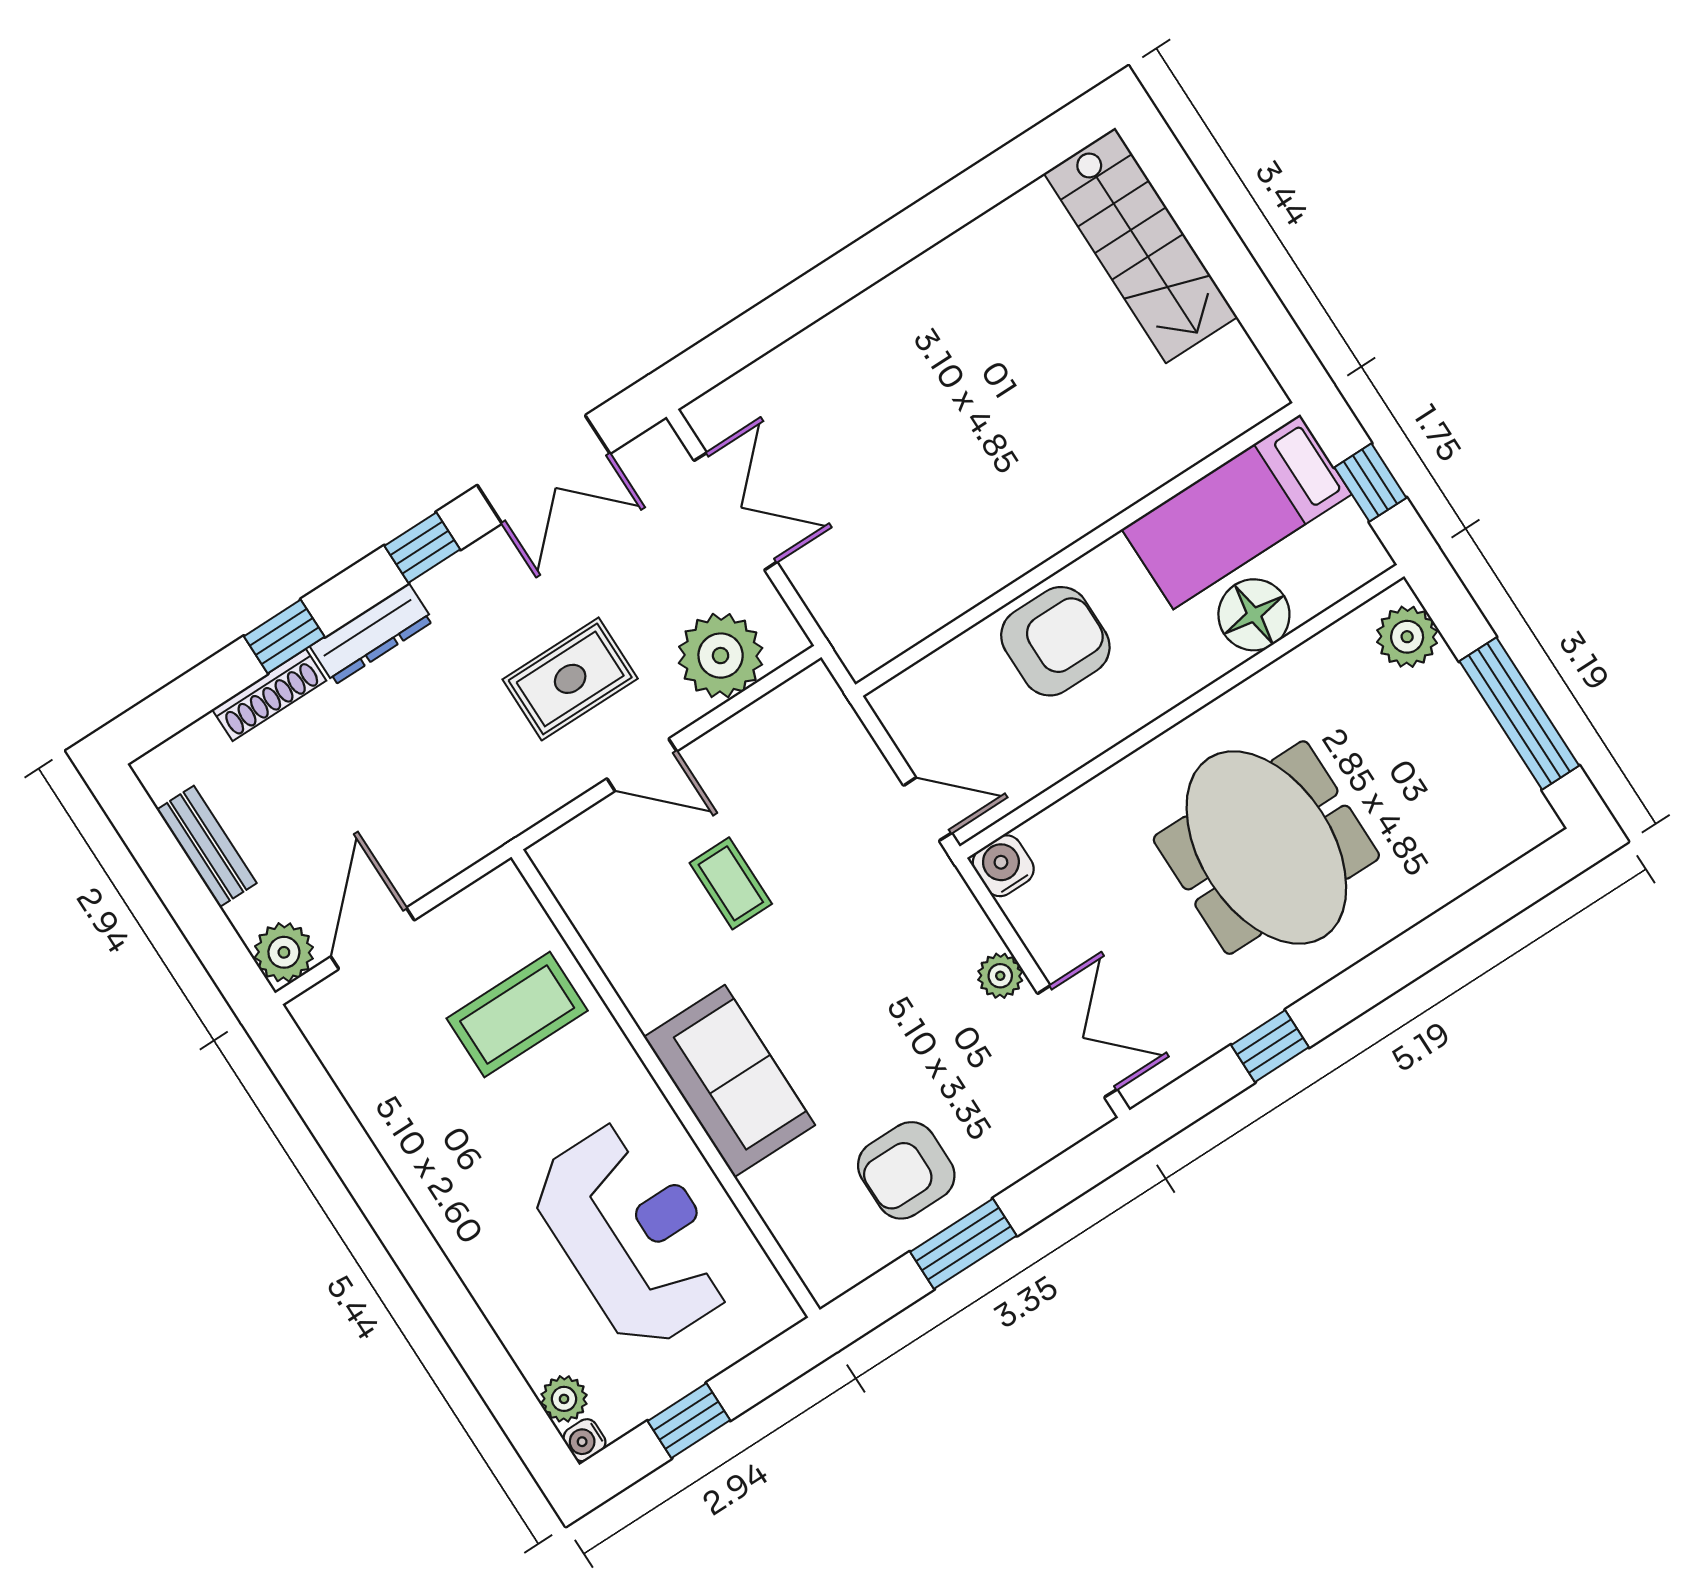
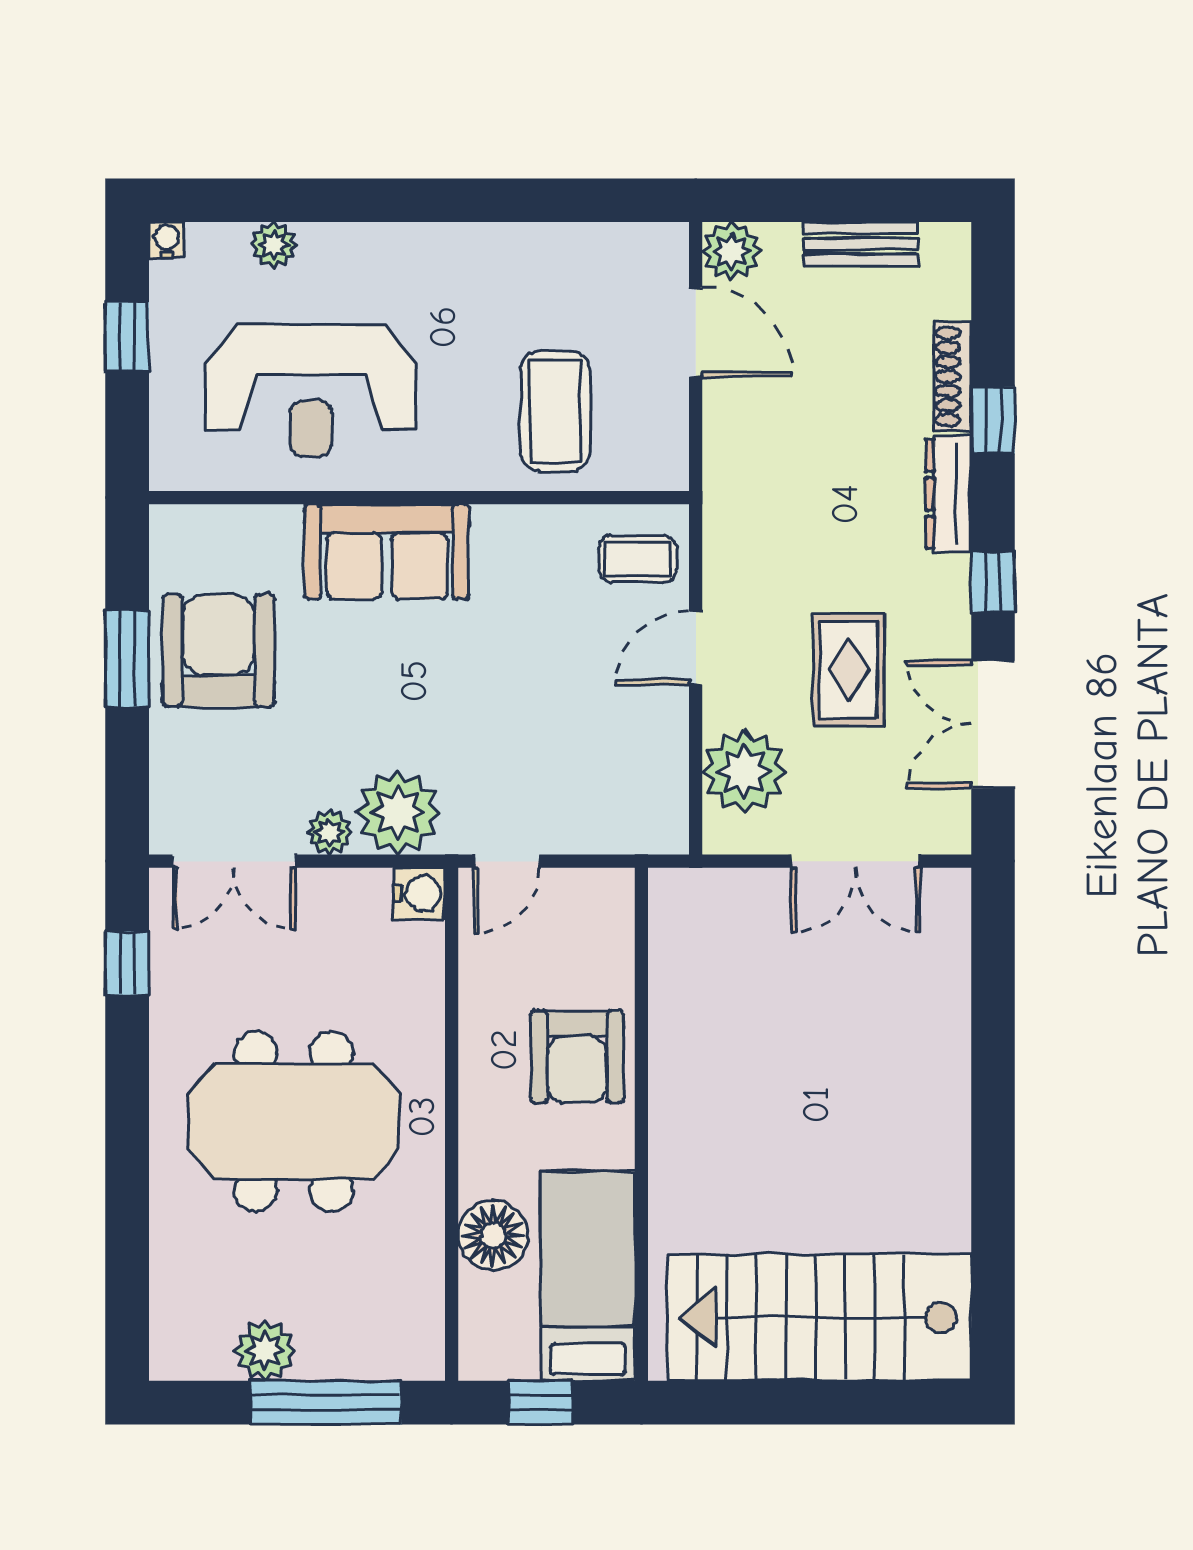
stairs: (1141, 245) -> (819, 1318), width x1.36, depth x1.51
plant: (1407, 637) -> (265, 1351), moved
rug: (570, 679) -> (849, 670), moved
window: (1519, 713) -> (326, 1403), moved
coffee table: (731, 883) -> (638, 559), moved
plant: (945, 928) -> (398, 812), added
window: (1270, 1046) -> (127, 963), moved
armchair: (906, 1170) -> (218, 650), width x1.36, depth x1.36
plant: (564, 1399) -> (274, 245), moved

